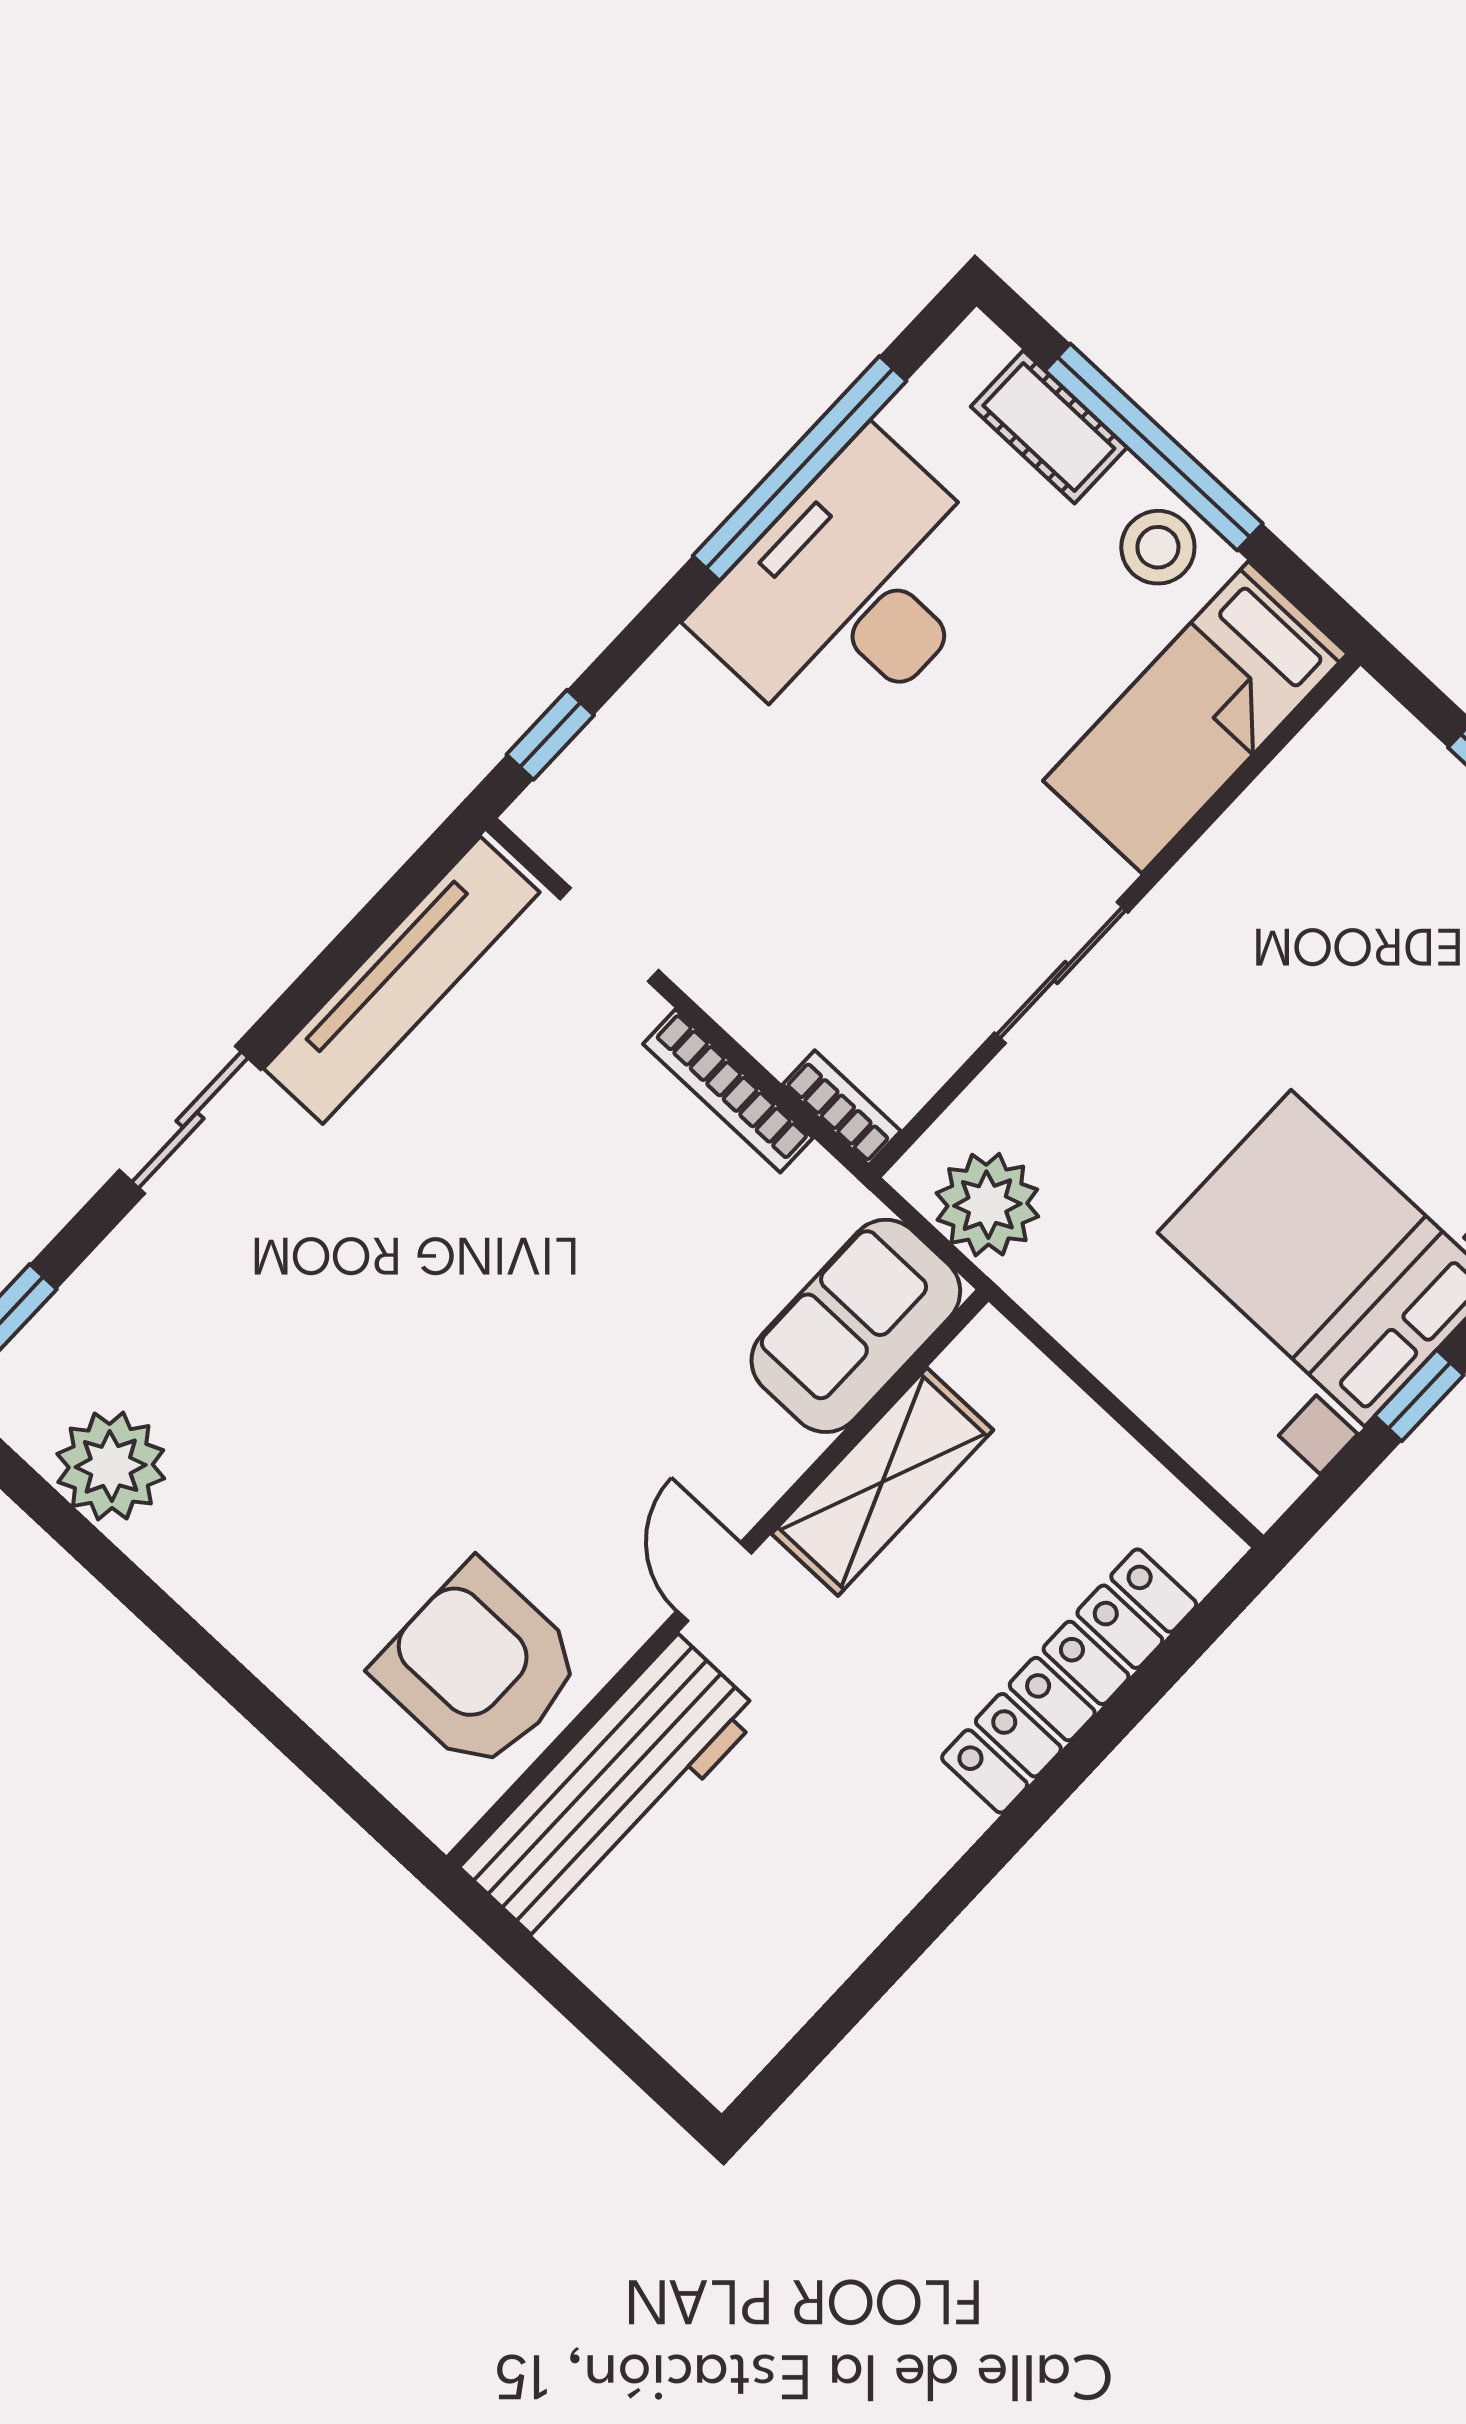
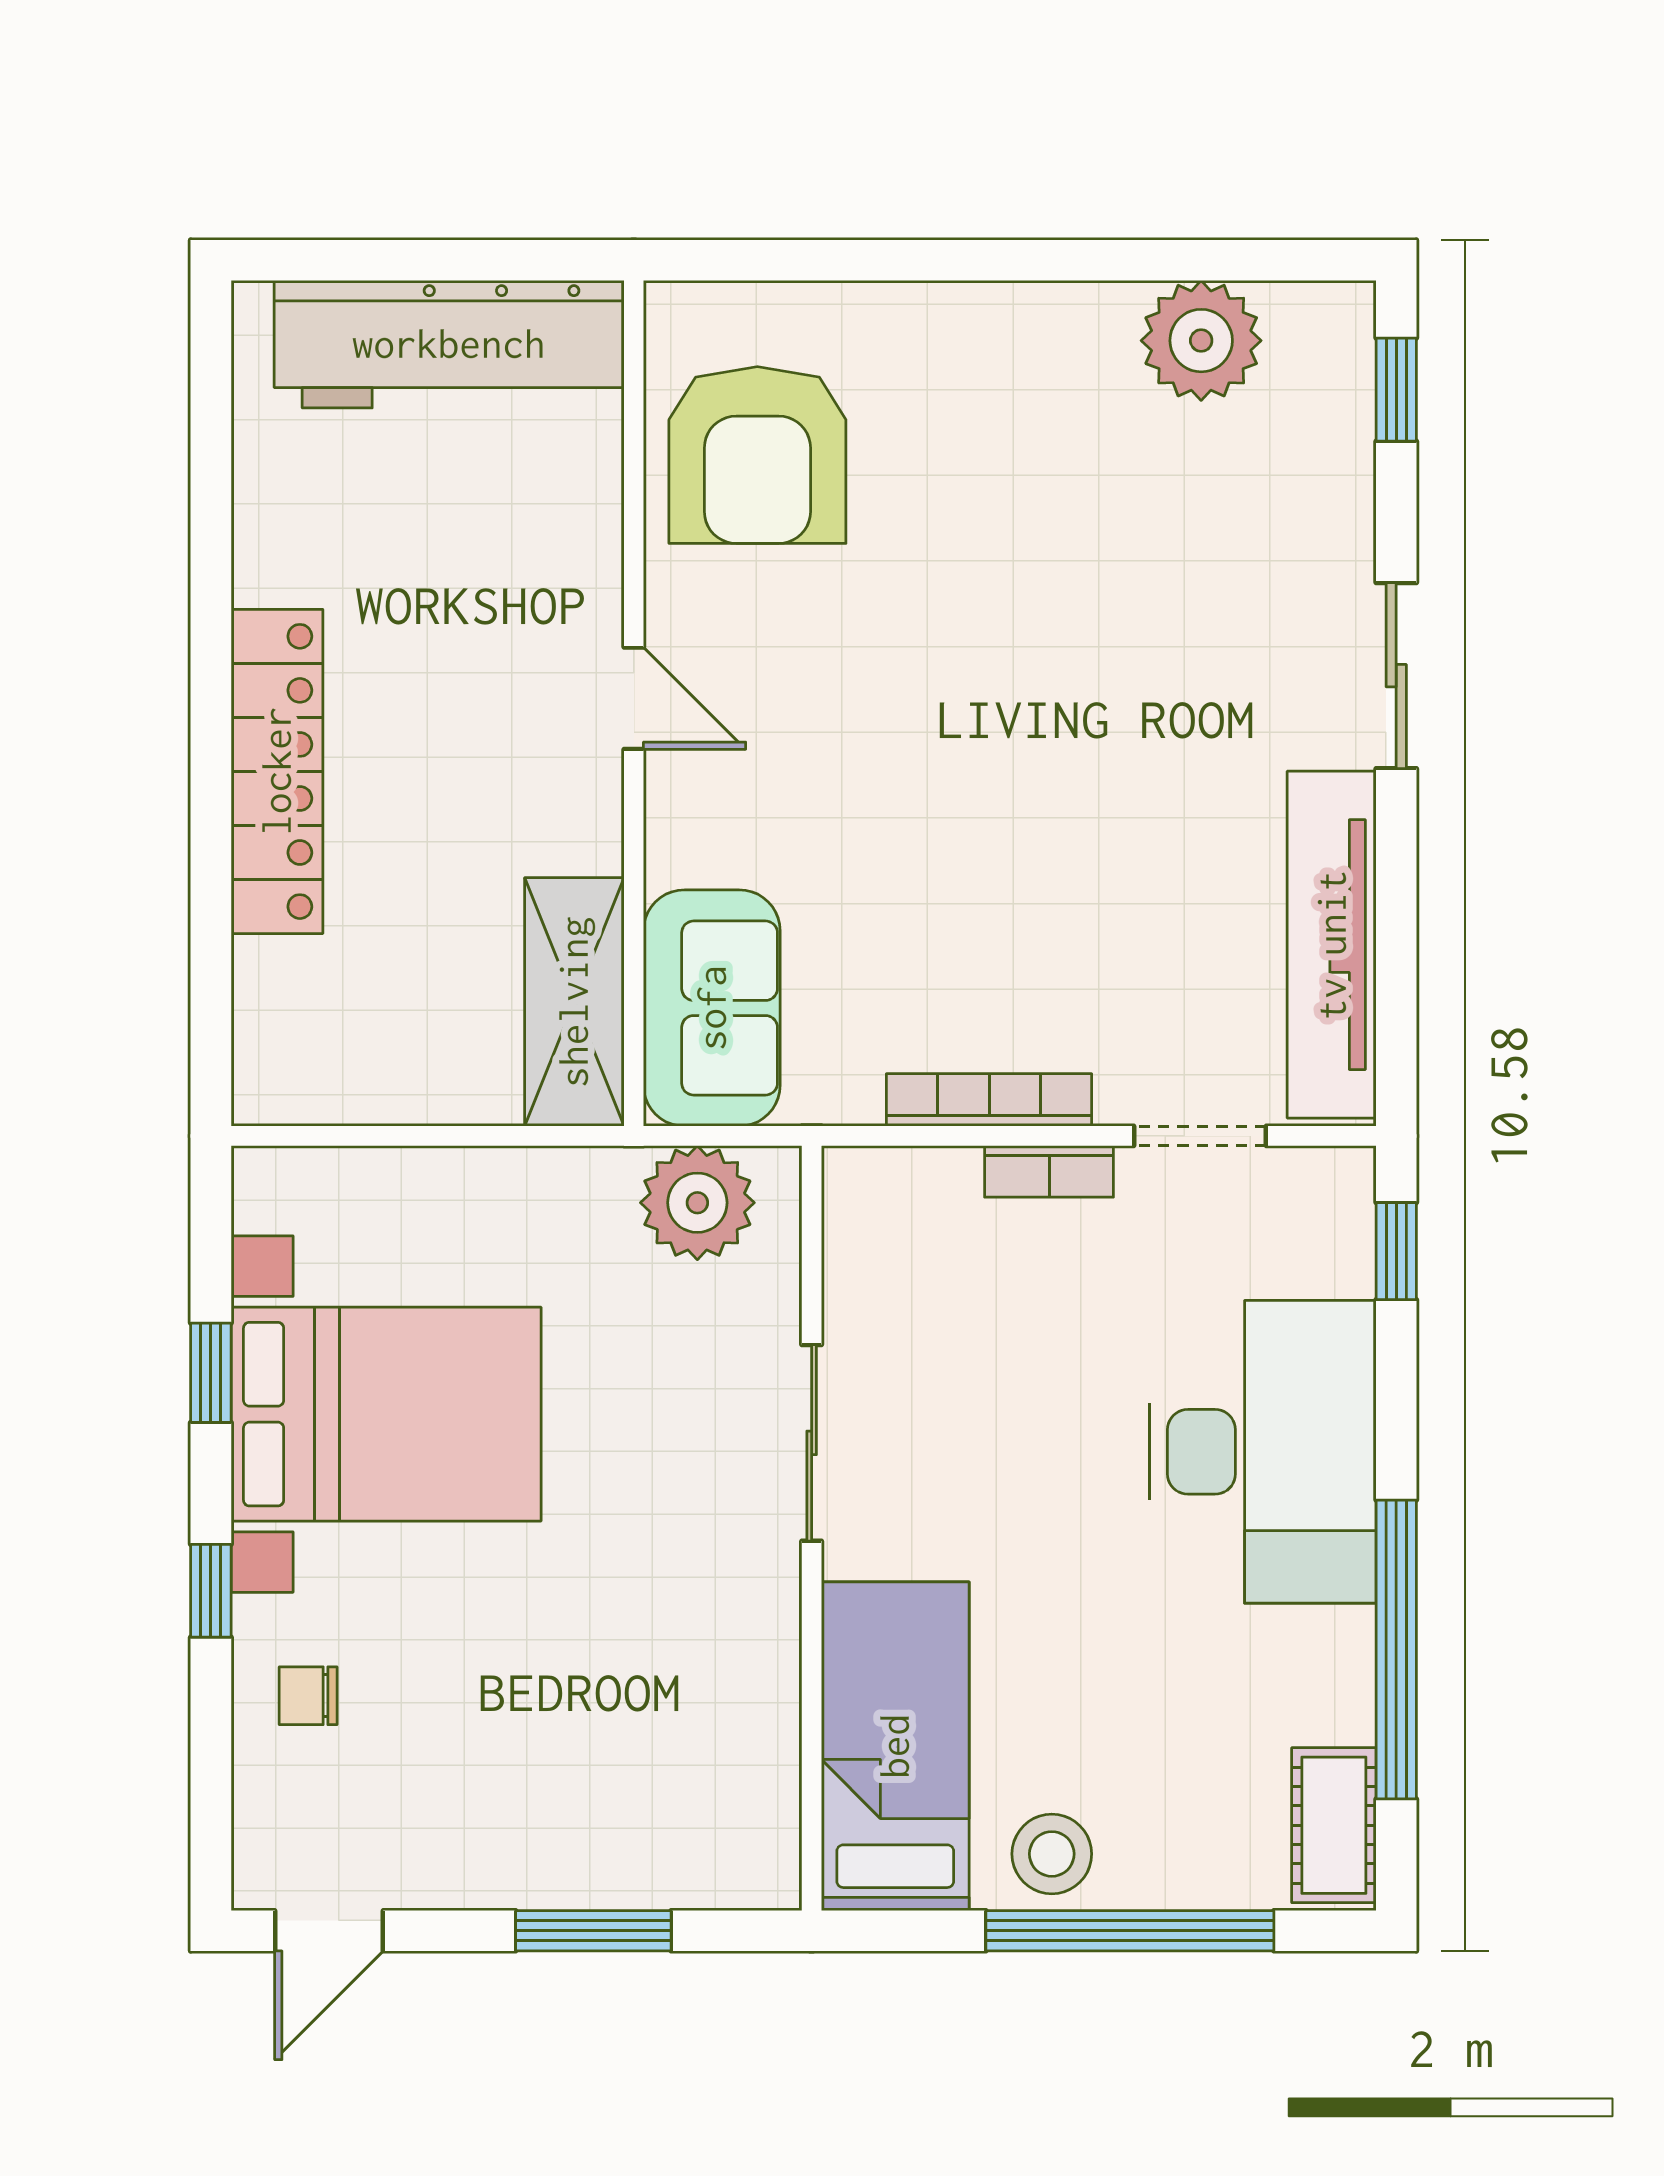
cot: (1049, 427) -> (1334, 1825), moved, turned 90
desk: (851, 592) -> (1263, 1452), moved
bookcase: (842, 1108) -> (1049, 1171), moved
shelving: (882, 1482) -> (574, 1002), moved
armchair: (479, 1667) -> (757, 455), turned 90
locker: (1069, 1681) -> (277, 771), moved
workbench: (611, 1790) -> (449, 344), moved, turned -90

